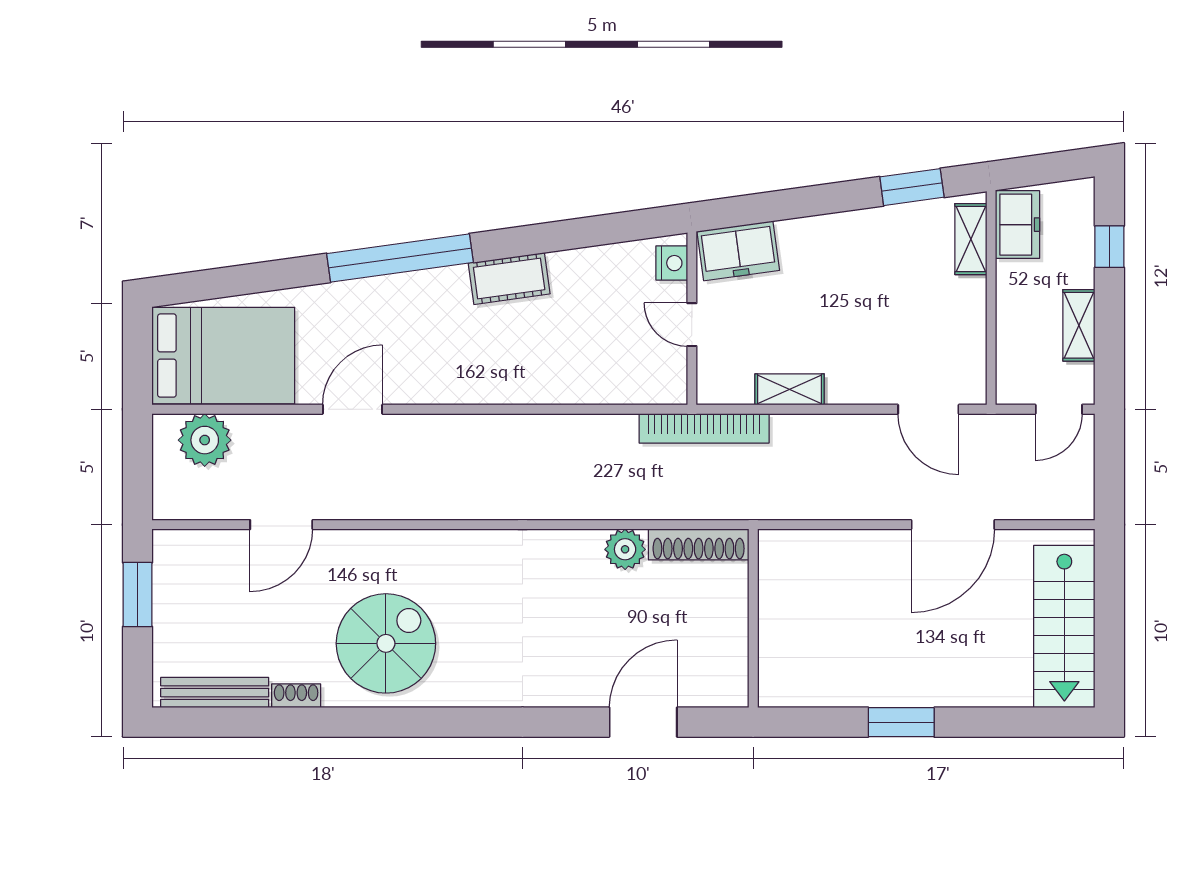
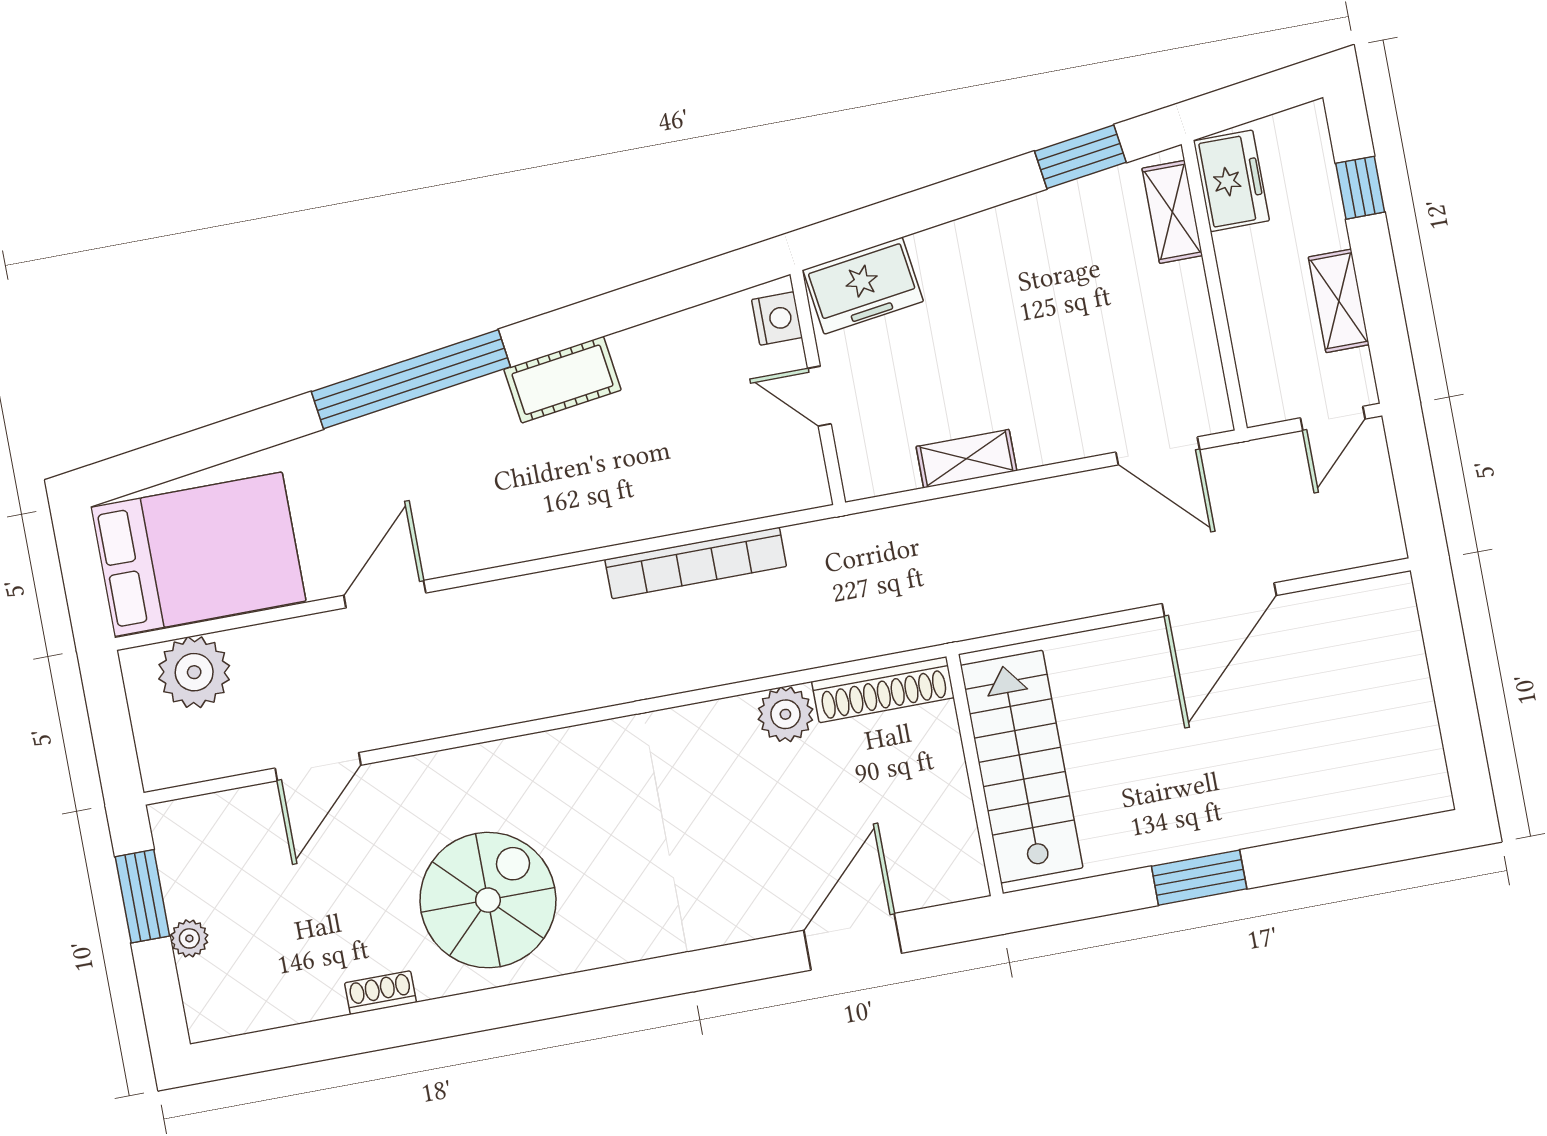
bookcase: (704, 428) -> (696, 563), moved
stairs: (1064, 627) -> (1022, 767), moved, turned 180
plant: (166, 631) -> (189, 938), added
bench: (215, 693) -> (270, 1009), removed

